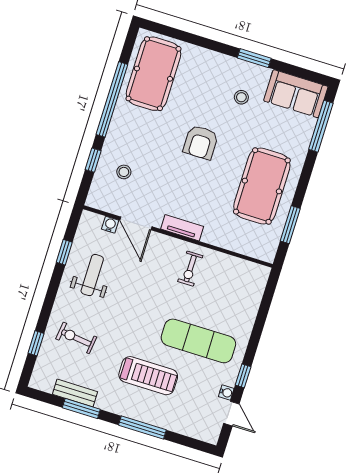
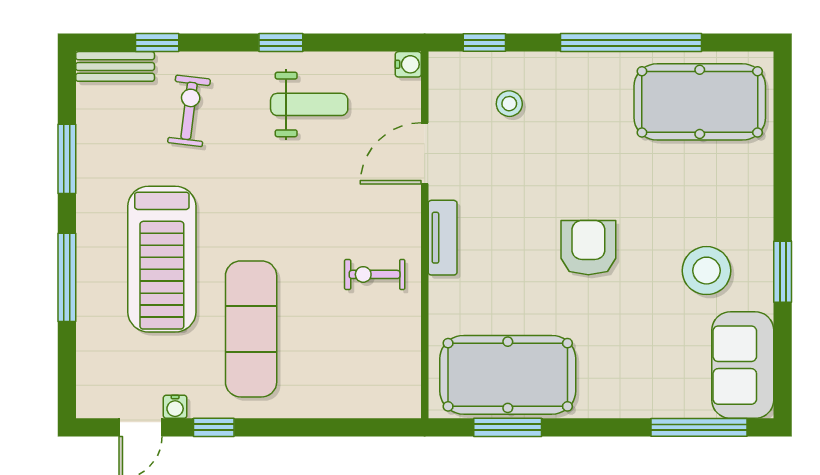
stool: (241, 97) -> (706, 271), width x1.89, depth x1.89
armchair: (201, 142) -> (588, 248), moved, turned 90
window: (93, 160) -> (484, 43), moved
pool table: (262, 186) -> (508, 375), moved
water cooler: (110, 225) -> (408, 64), moved
window: (64, 252) -> (281, 43), moved
treadmill: (148, 376) -> (162, 259), width x1.37, depth x1.38
bench: (75, 393) -> (115, 66), moved, turned 90

